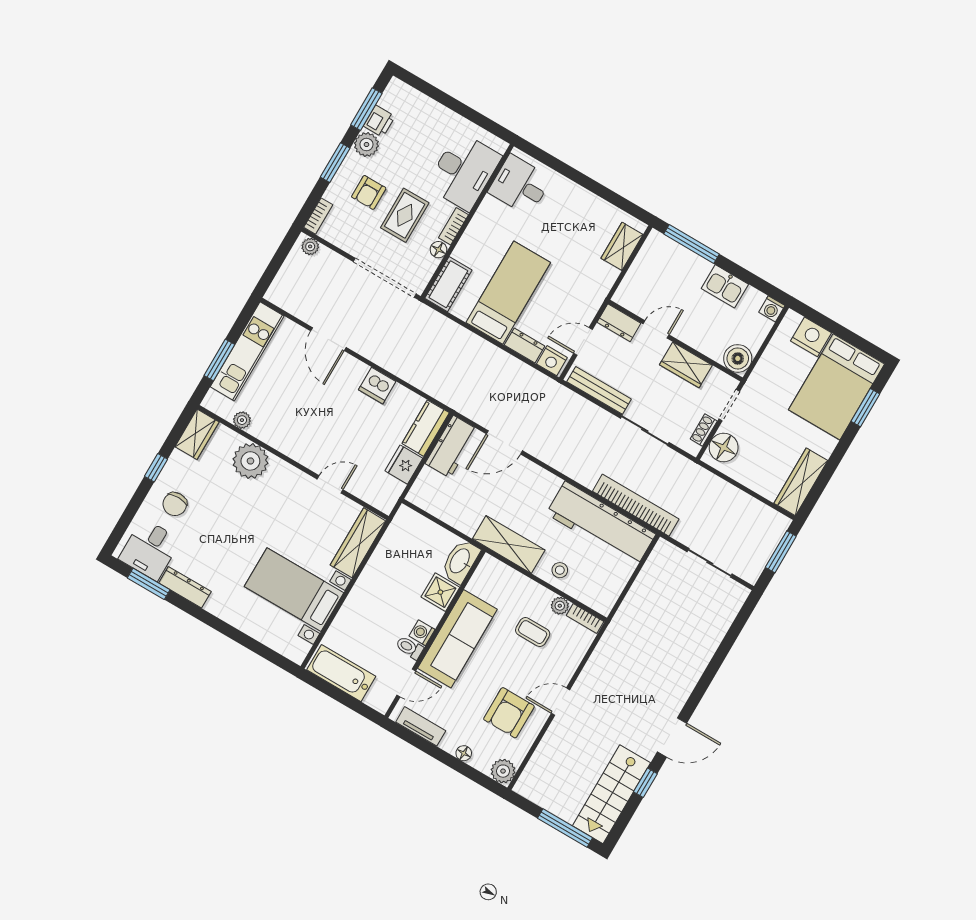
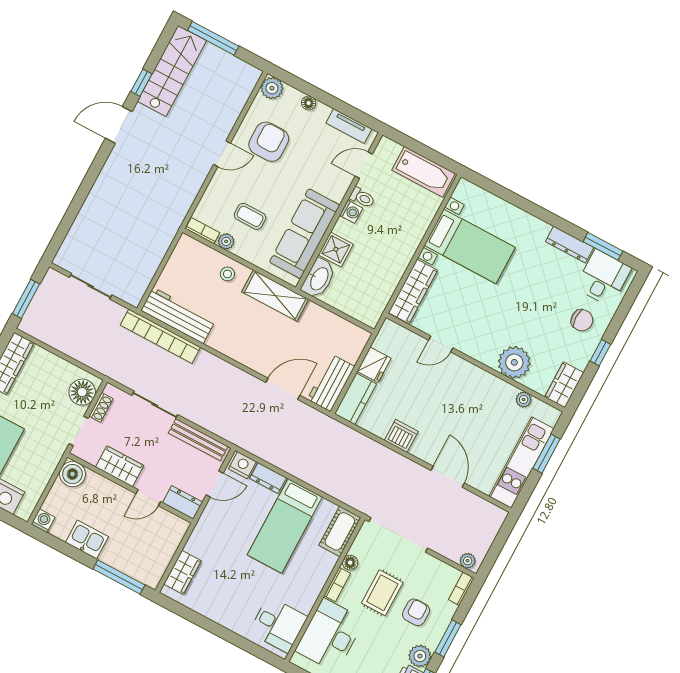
chair: (175, 504) -> (582, 320), turned 90
workbench: (601, 524) -> (178, 315), width x0.73, depth x0.76
sofa: (457, 639) -> (305, 234), moved

